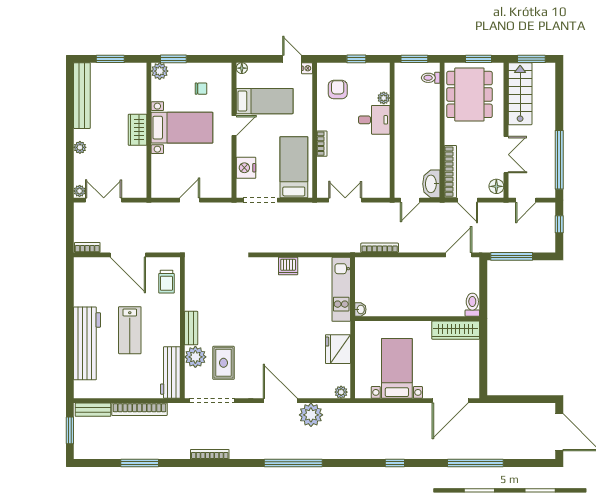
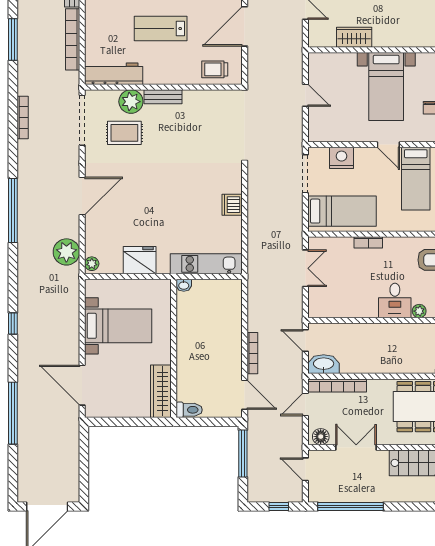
wardrobe: (138, 130) -> (354, 37), moved
double door: (506, 155) -> (356, 447), swing flipped
bookcase: (380, 248) -> (252, 353), moved
plant: (311, 415) -> (66, 252), moved

